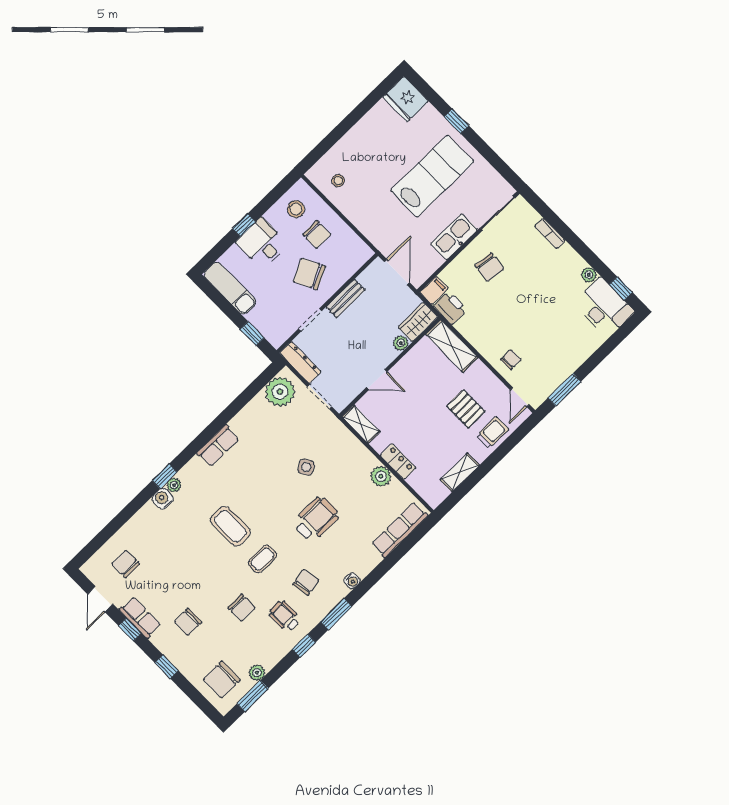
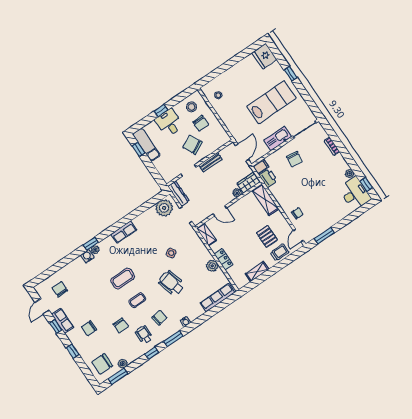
window: (252, 334) -> (138, 149), moved
wheelchair: (316, 519) -> (172, 283), turned -106
coffee table: (230, 526) -> (123, 279), turned 90

